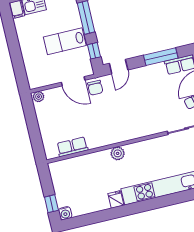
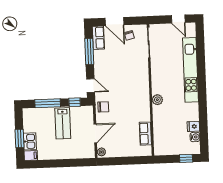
door: (73, 81) -> (95, 133), moved
fridge: (116, 199) -> (193, 126), moved
water cooler: (65, 213) -> (195, 137), moved

